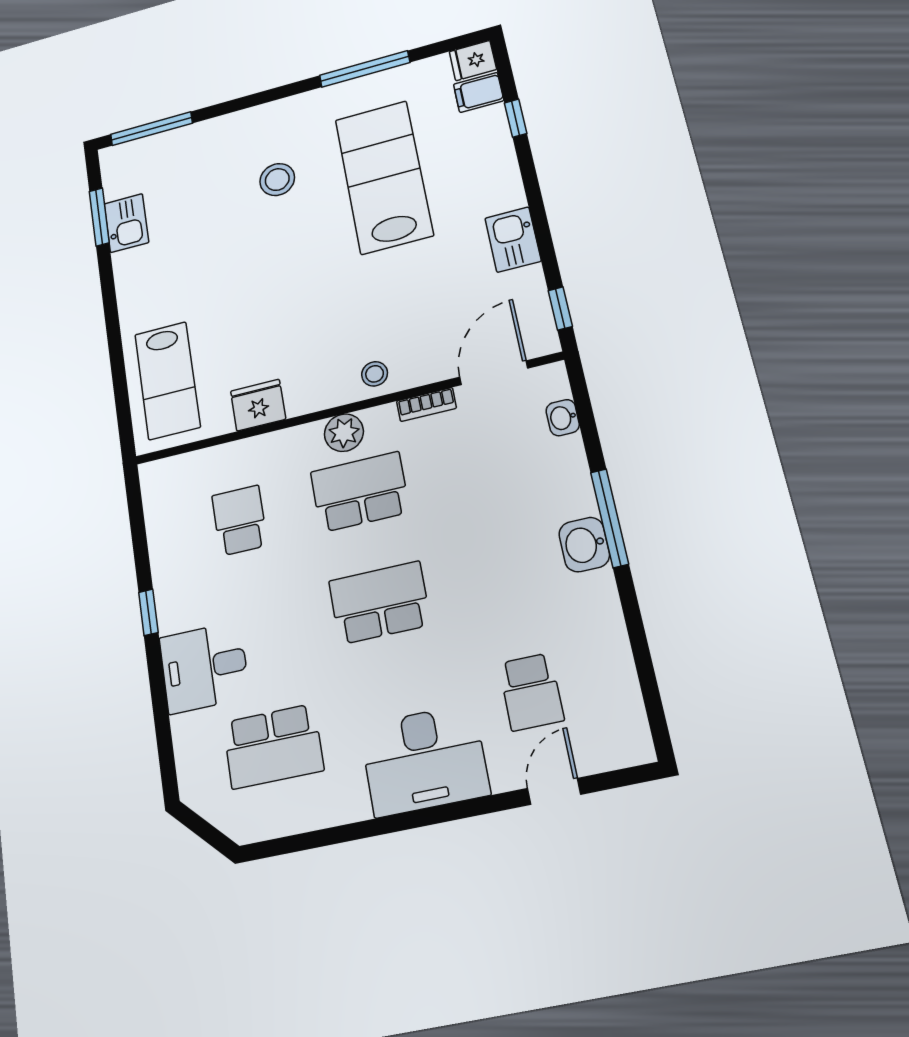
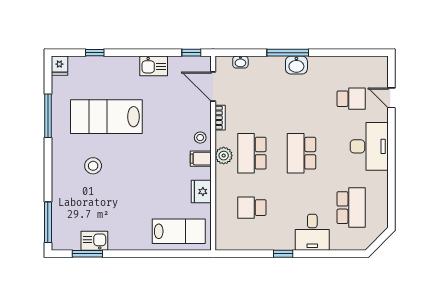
filing cabinet: (479, 92) -> (201, 159), moved, turned 90

